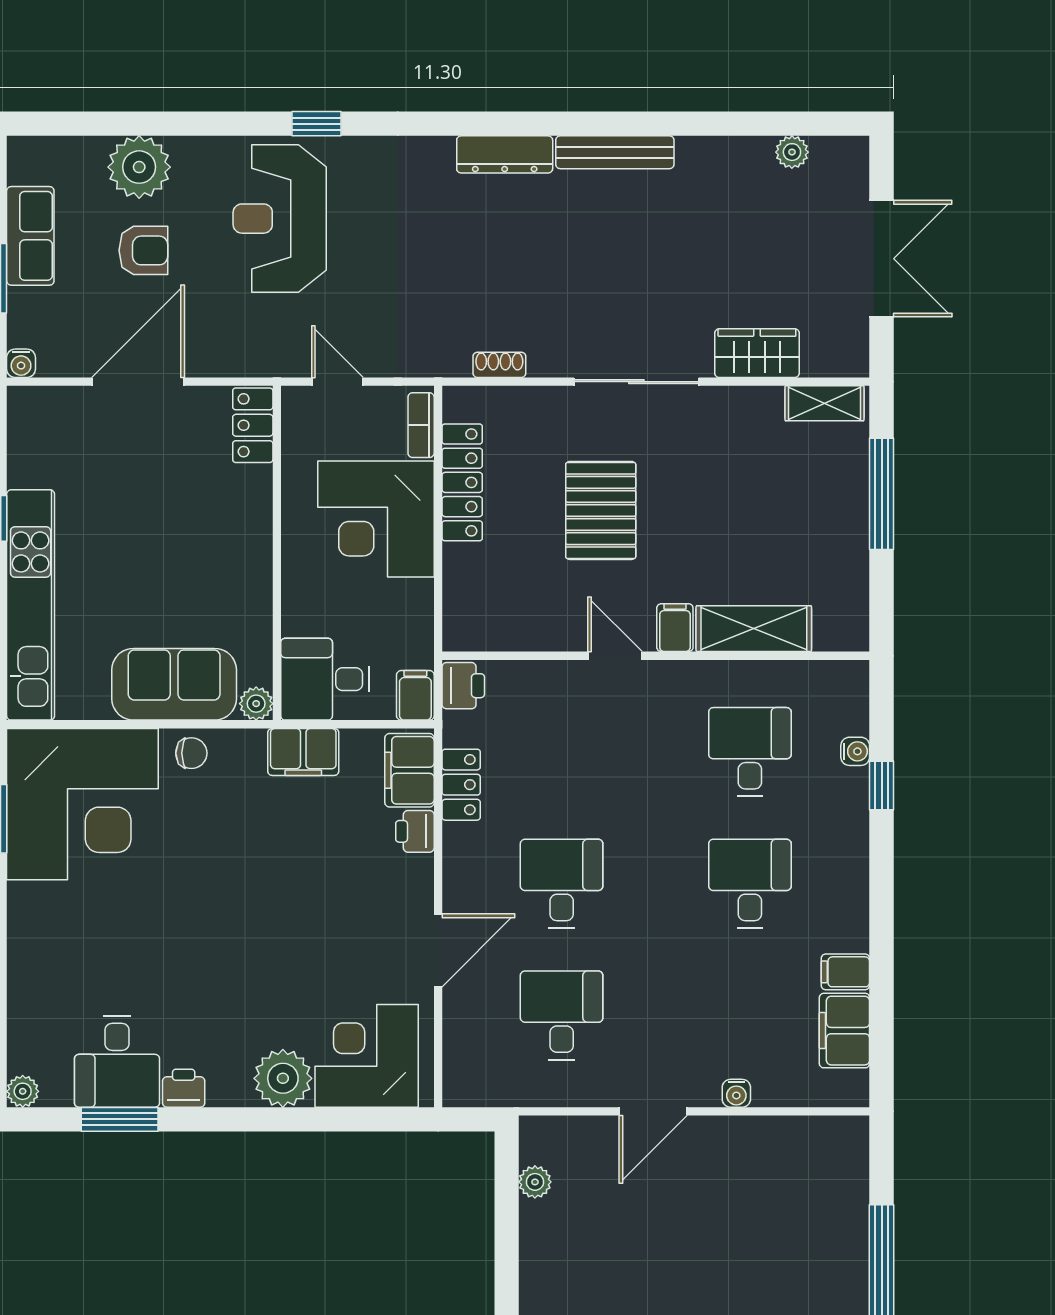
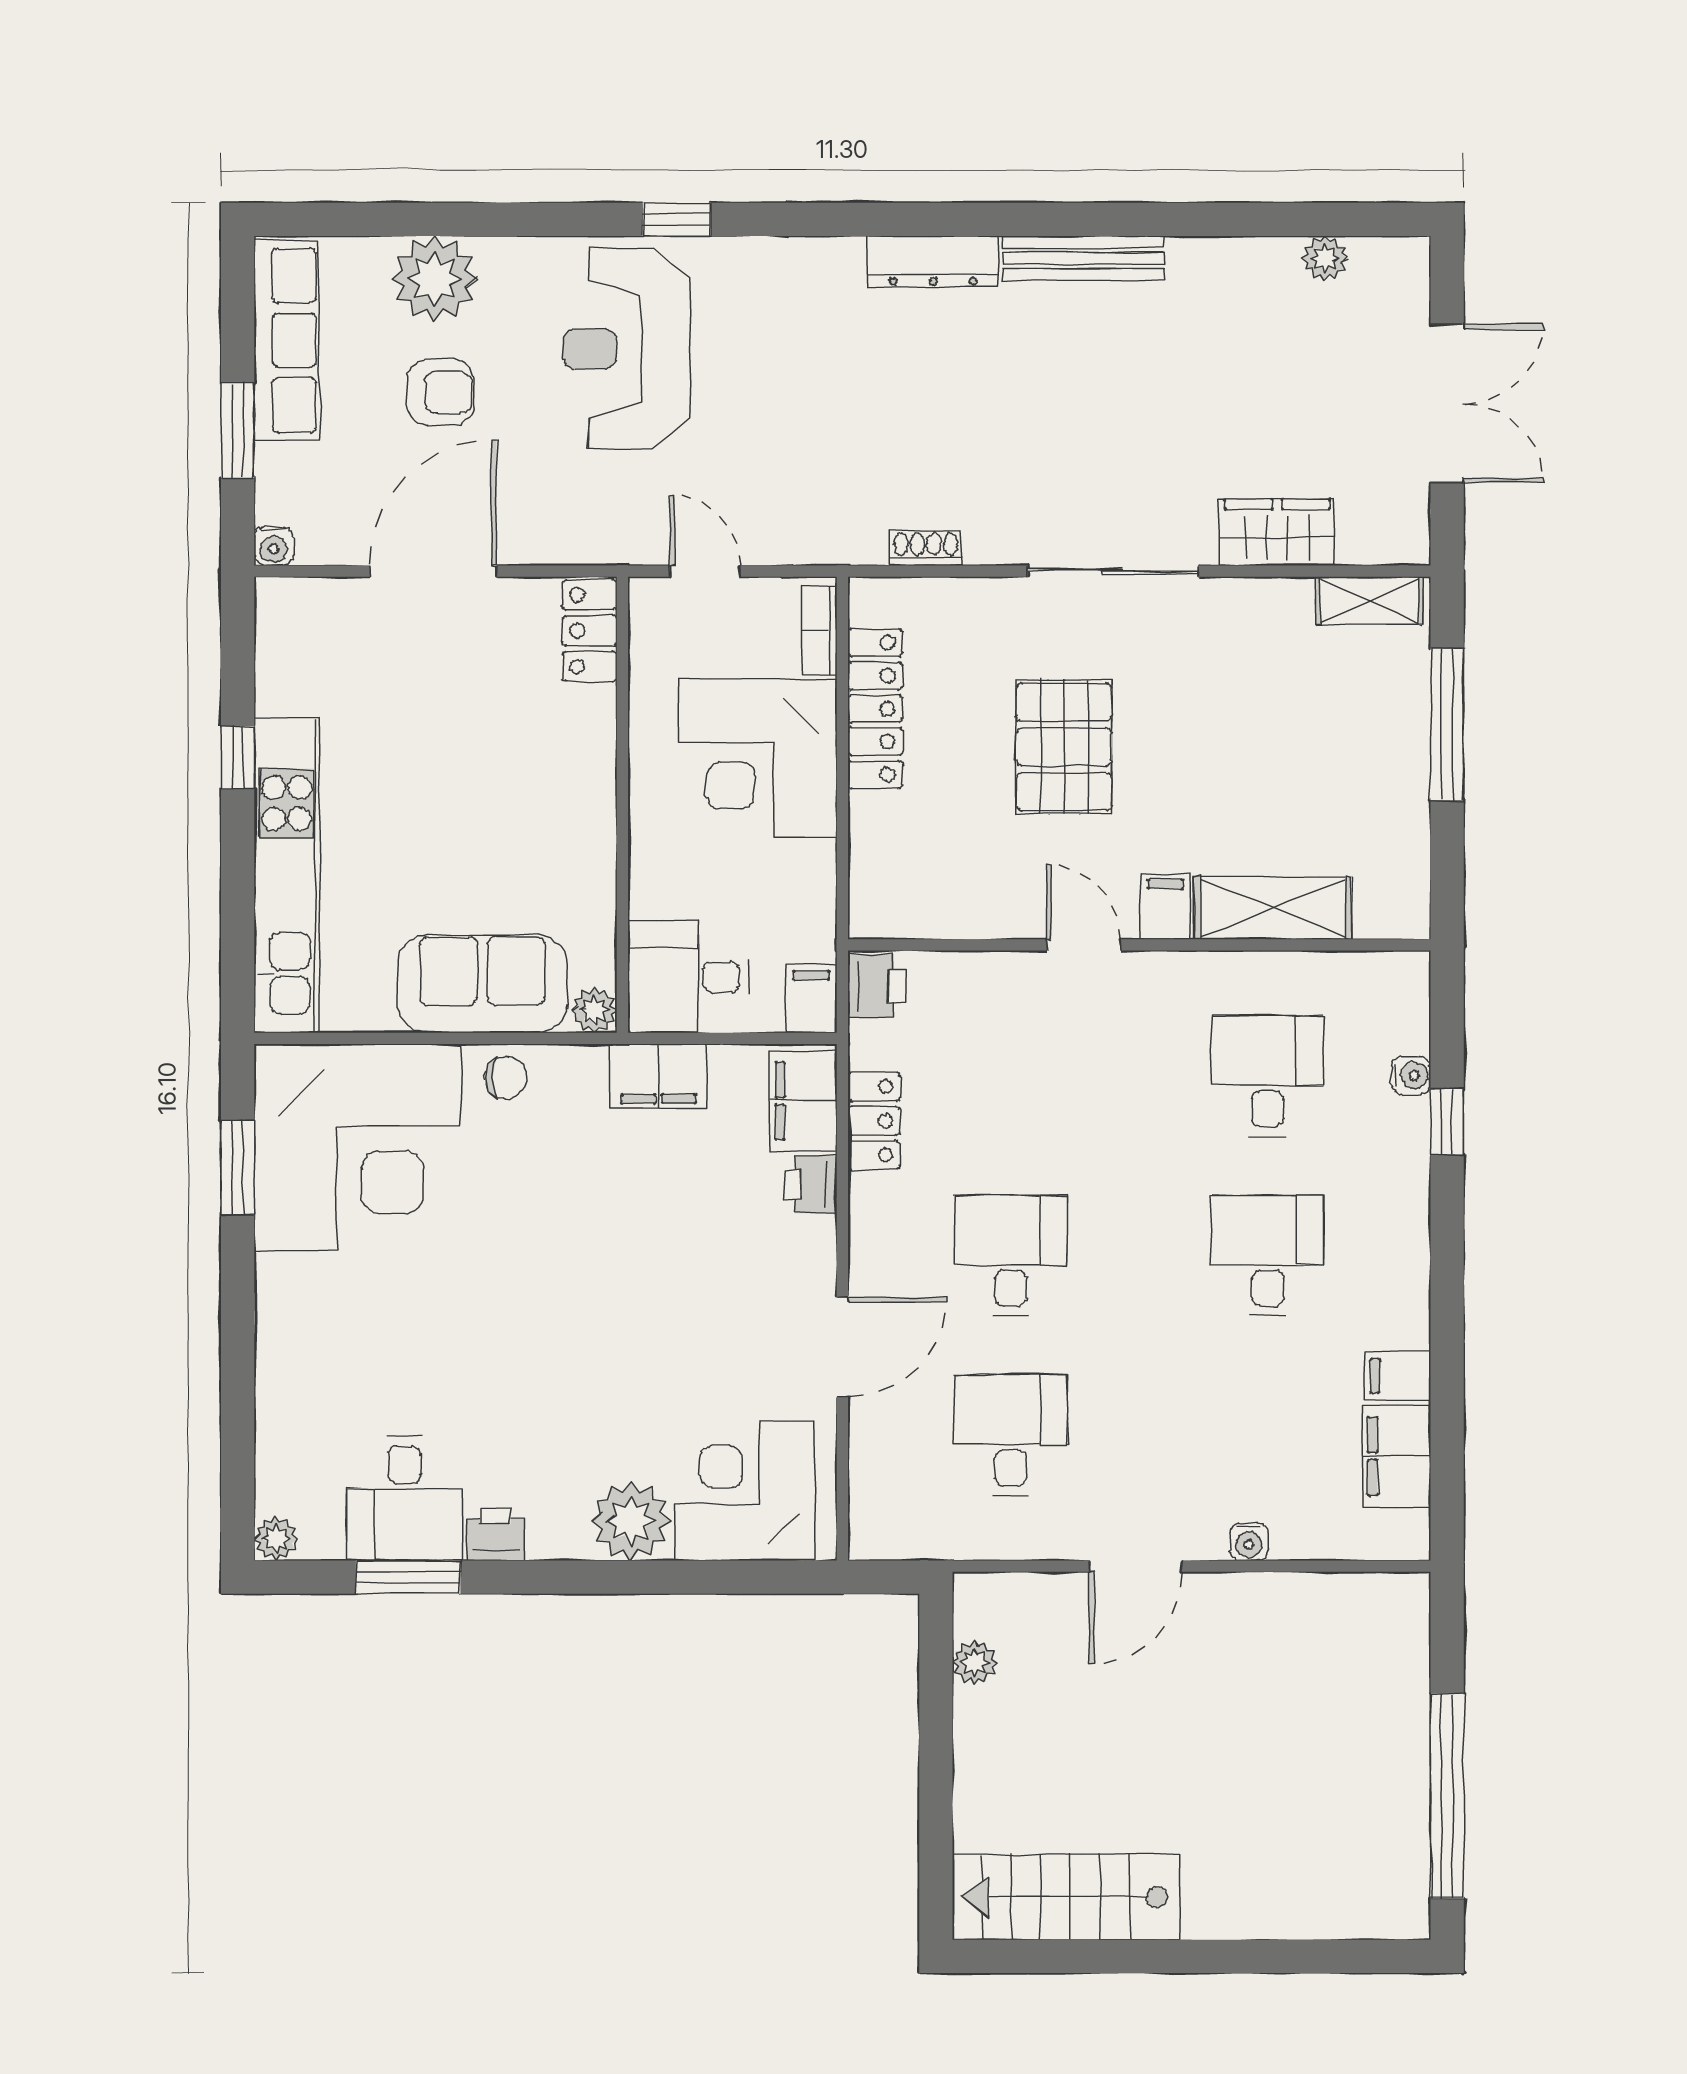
row of seats: (30, 236) -> (286, 340), width x1.48

